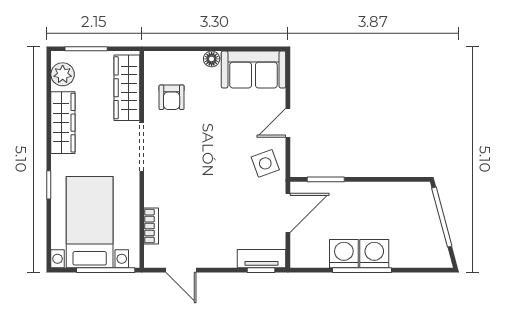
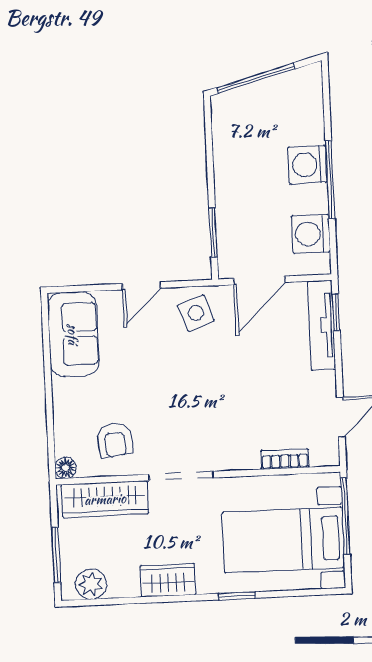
floor lamp: (212, 59) -> (66, 468), moved
armchair: (172, 97) -> (115, 440), turned 84
wardrobe: (63, 123) -> (168, 580), width x0.67
door: (288, 123) -> (141, 286), hinge flipped
door: (288, 213) -> (259, 280), swing flipped
washing machine: (344, 254) -> (311, 234), moved
tv unit: (262, 259) -> (322, 325), width x1.41

